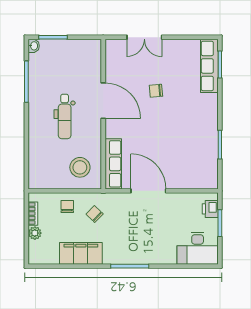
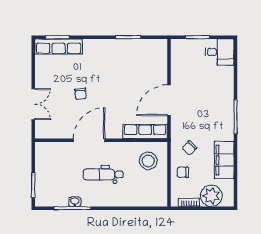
washbasin: (34, 46) -> (75, 202), moved
dental chair: (65, 116) -> (103, 174), turned 180
printer: (210, 209) -> (185, 46), removed
plant: (35, 233) -> (211, 196), width x1.87, depth x1.87
desk: (198, 248) -> (220, 52), width x0.73

